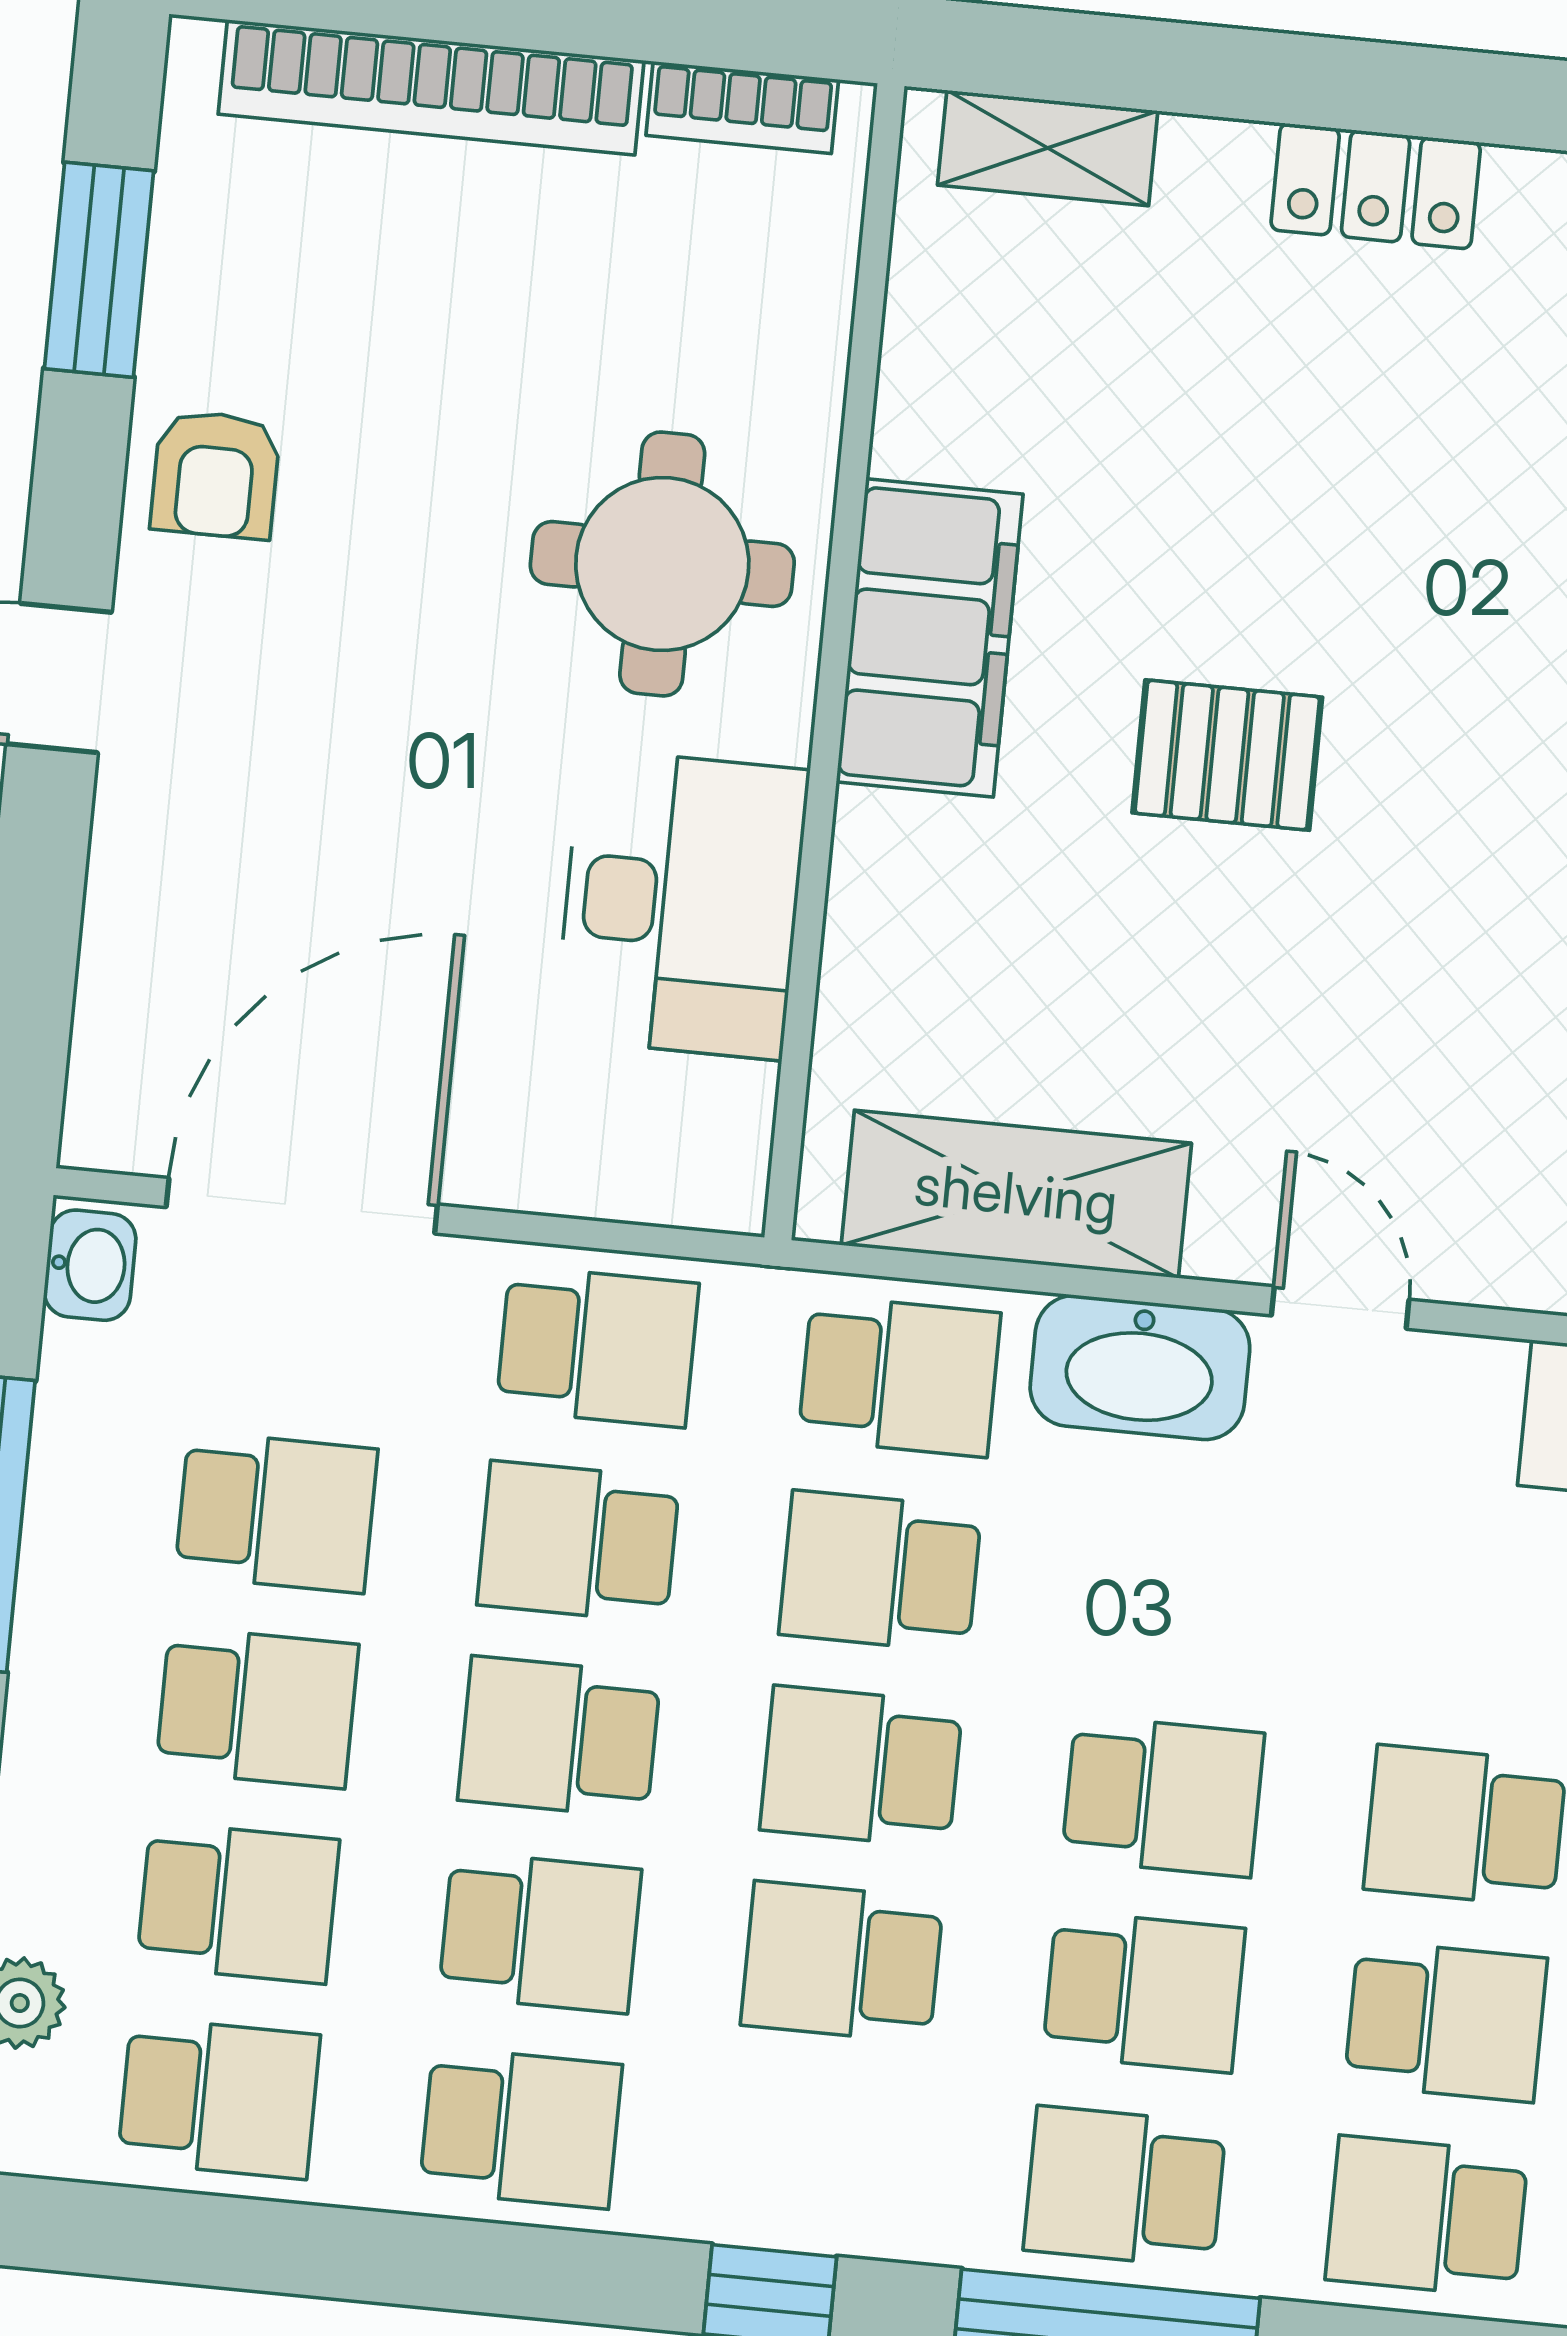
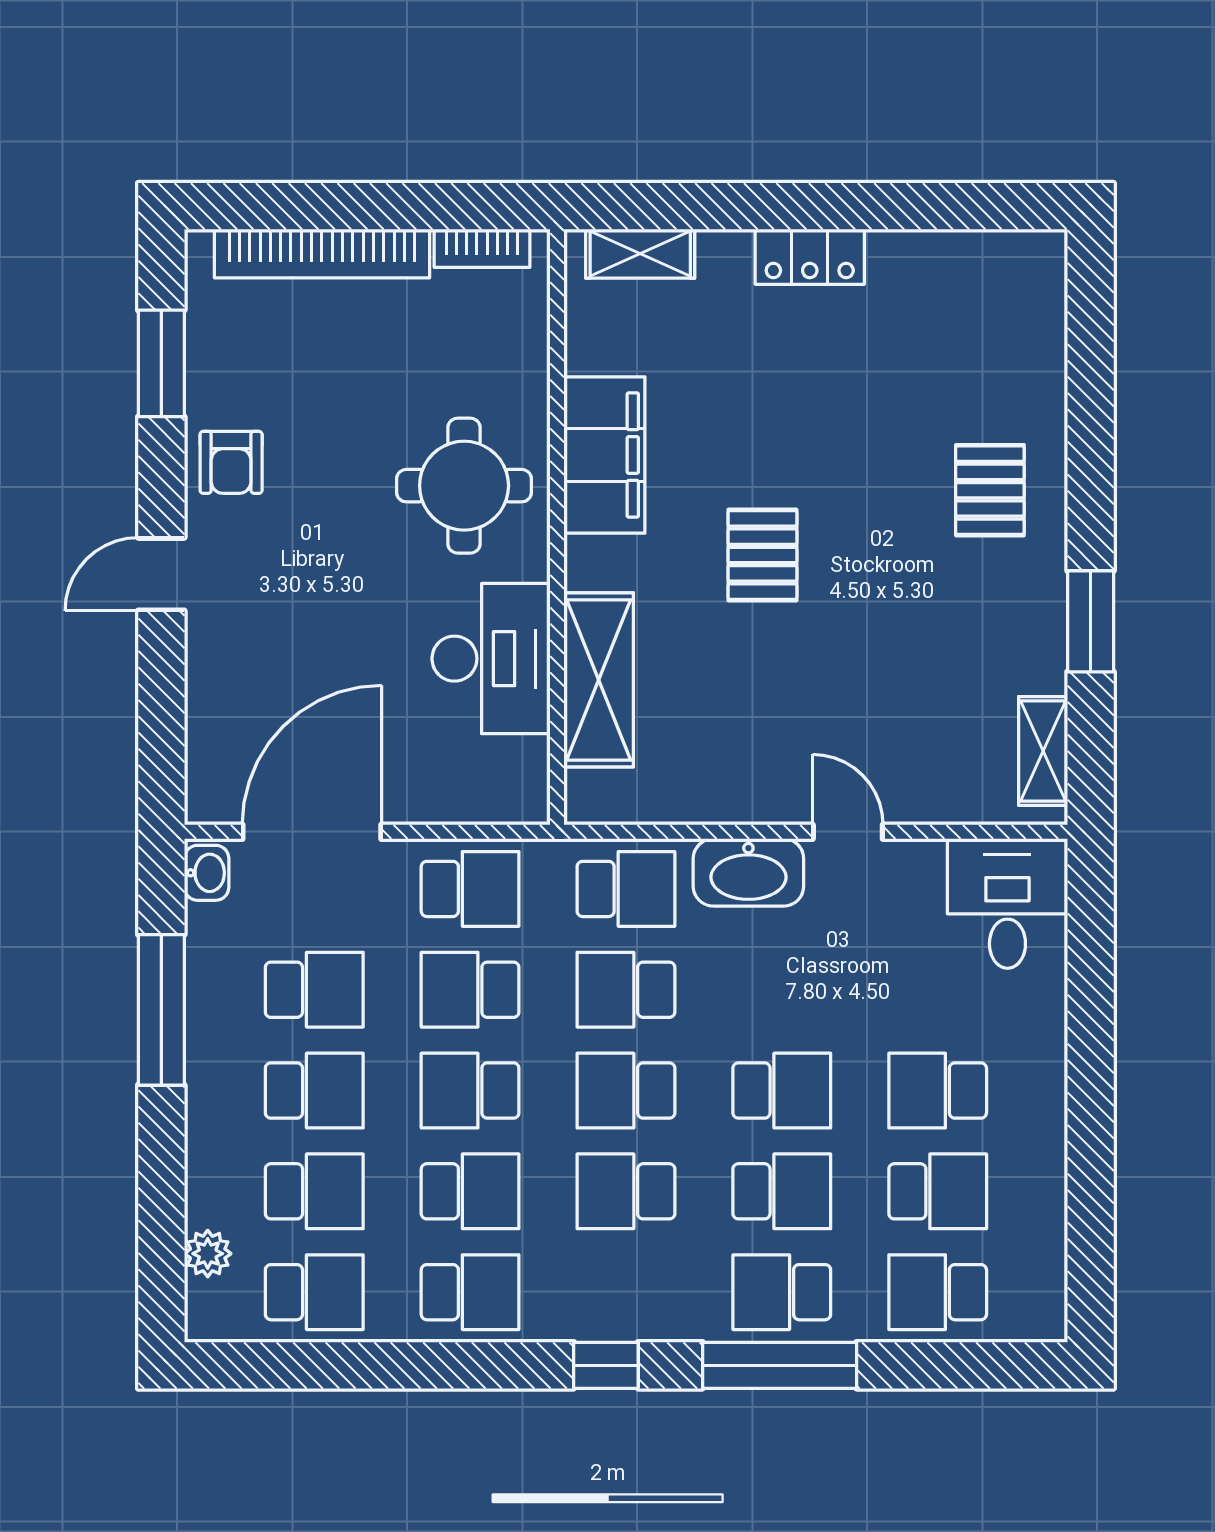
filing cabinet: (930, 638) -> (604, 455), moved
pallet: (1227, 755) -> (762, 555), turned 90
shelving: (1016, 1194) -> (599, 680), moved, turned 90

